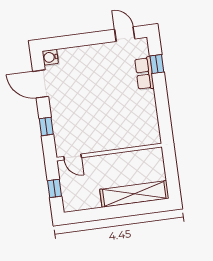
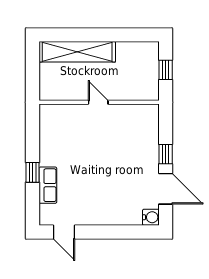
window: (157, 64) -> (33, 172), moved
window: (46, 126) -> (166, 154), moved
door: (73, 157) -> (98, 102), moved

